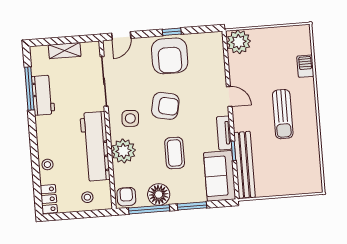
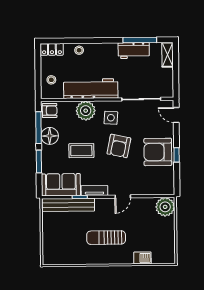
shelving: (65, 51) -> (167, 55), moved

